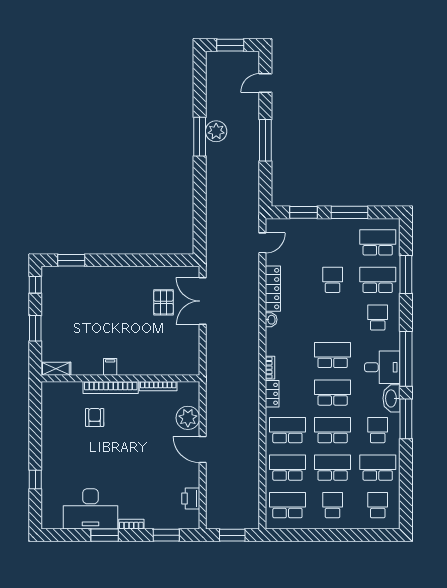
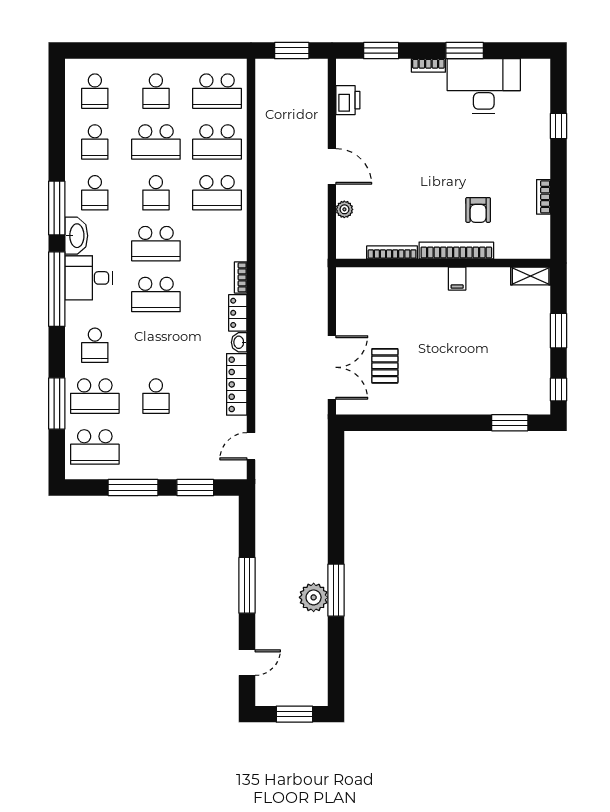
locker: (272, 394) -> (238, 313), moved
plant: (188, 418) -> (344, 209), width x0.53, depth x0.53
bookcase: (46, 427) -> (544, 197), added
school desk: (333, 430) -> (156, 193), width x0.54
school desk: (378, 468) -> (95, 142), width x0.54

